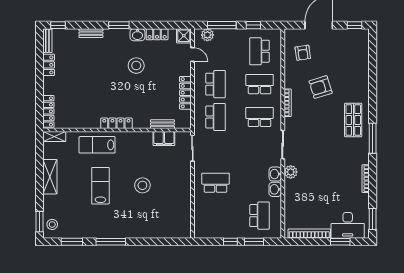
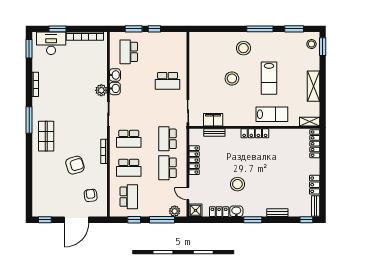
stool: (129, 220) -> (243, 48), added

